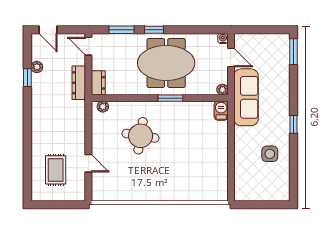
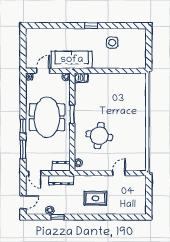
door: (88, 46) -> (35, 173), hinge flipped
window: (293, 52) -> (39, 26), removed
rug: (56, 170) -> (95, 198), moved

